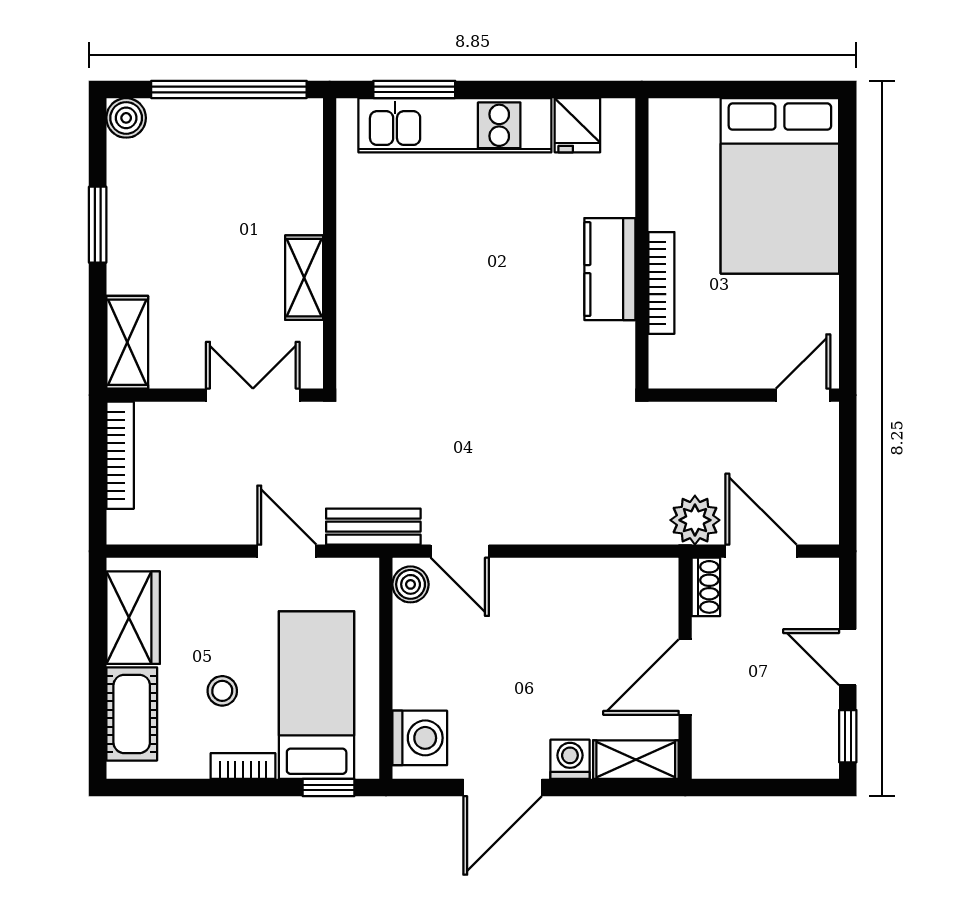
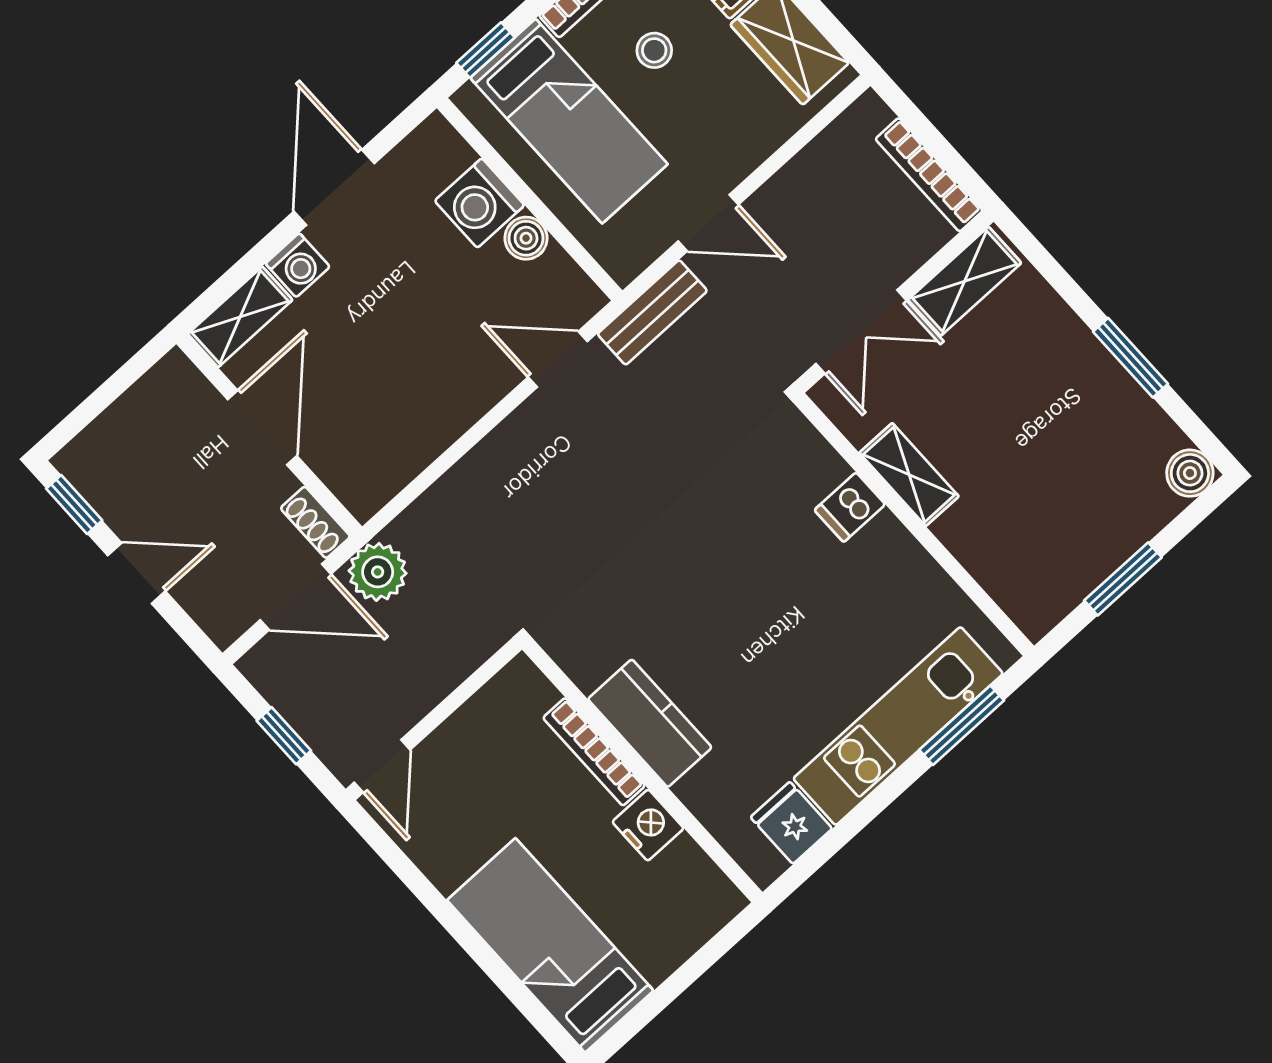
window: (229, 89) -> (1123, 579), width x0.47
bed: (780, 186) -> (550, 945), width x0.67
nightstand: (669, 206) -> (648, 825), added
dishwasher: (360, 291) -> (850, 507), added
shelving: (127, 342) -> (965, 281), moved, turned 90
window: (848, 470) -> (284, 736), added
boiler: (411, 584) -> (526, 238), moved
washing machine: (420, 738) -> (480, 203), moved

